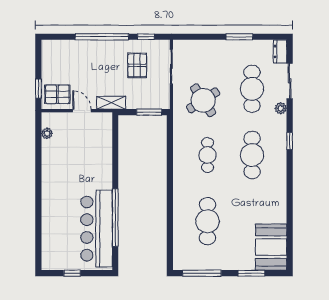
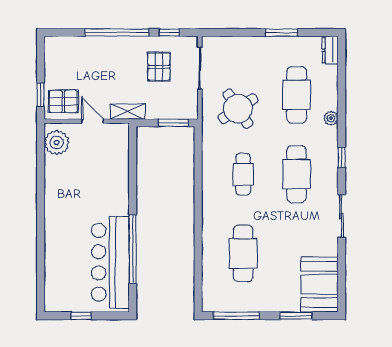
sliding door: (290, 81) -> (342, 216), moved
plant: (47, 133) -> (57, 143), width x1.88, depth x1.88

